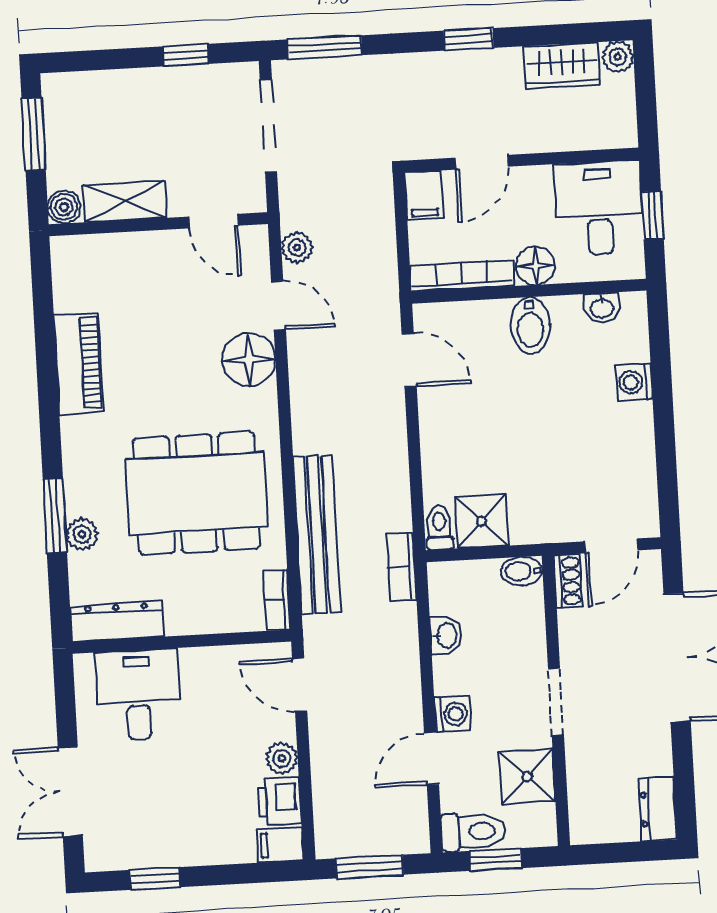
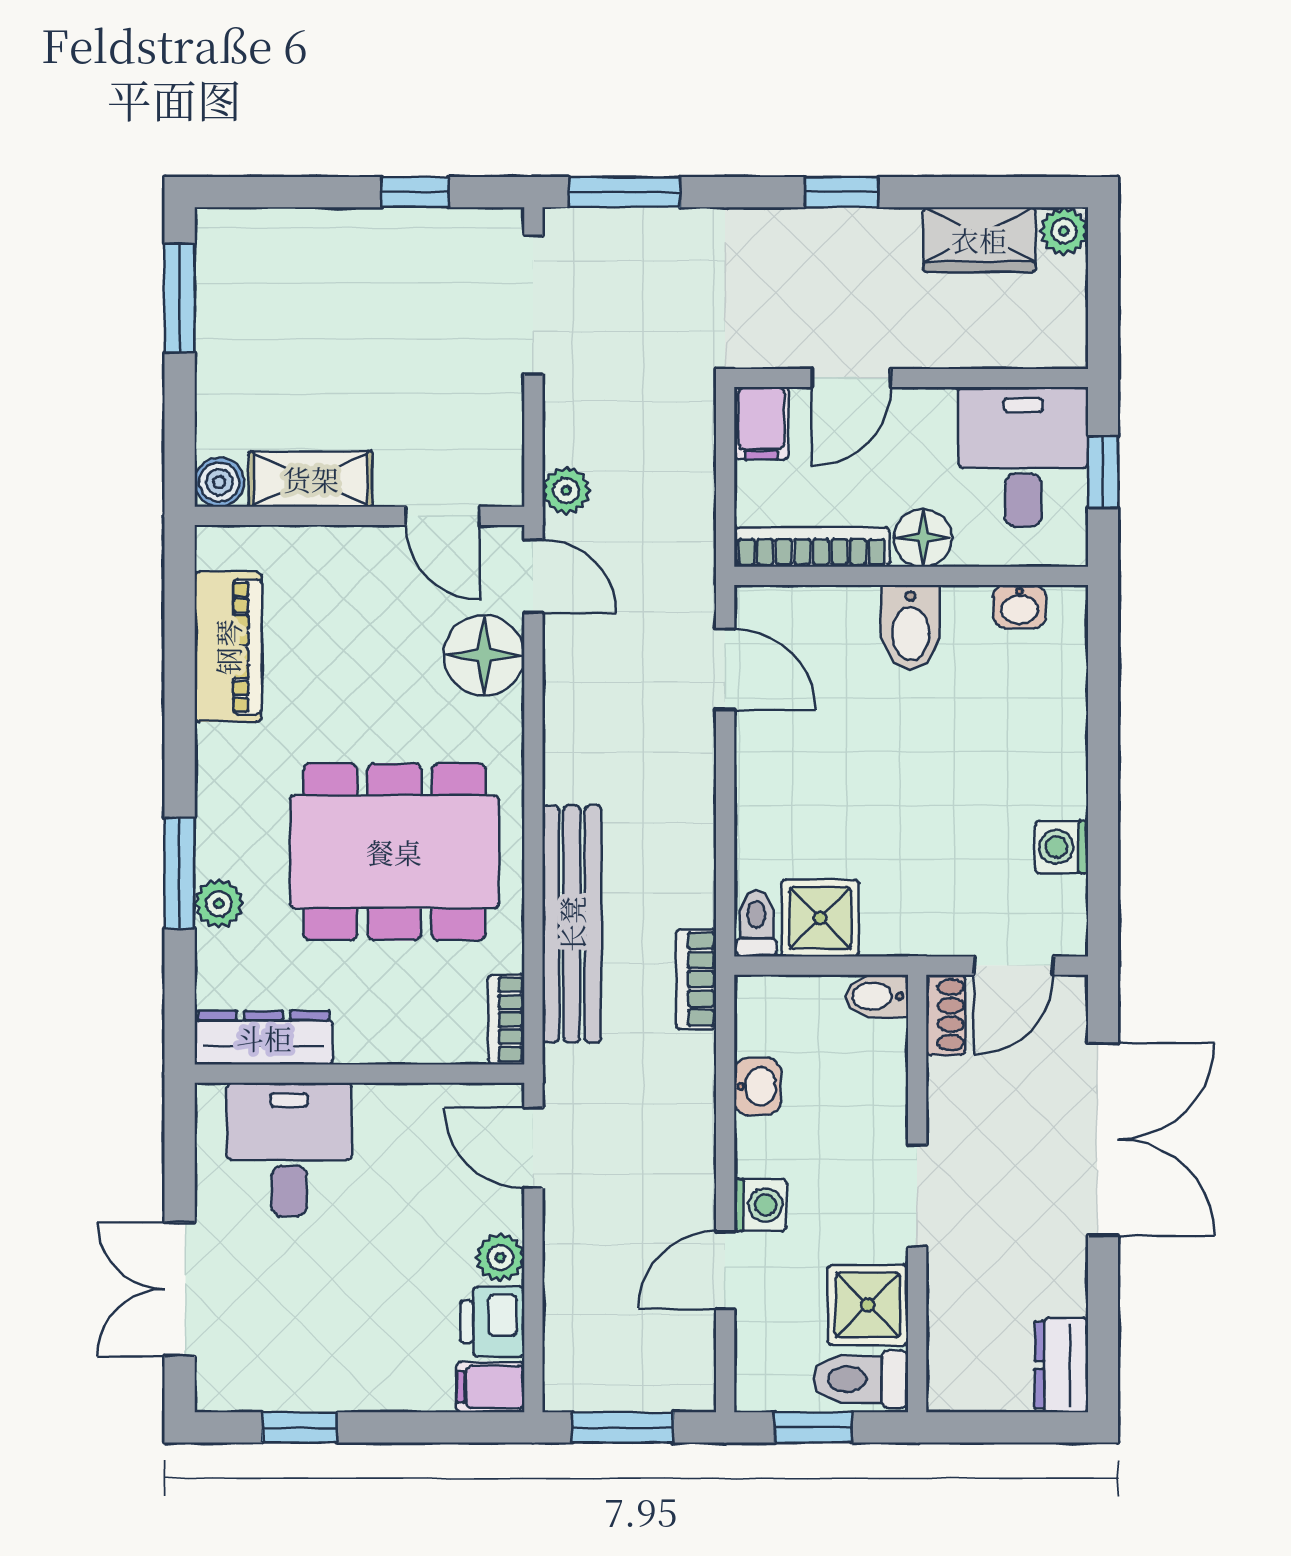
shelving: (124, 202) -> (311, 479), moved
boiler: (64, 207) -> (219, 482), moved
door: (213, 221) -> (443, 516), moved
wall: (158, 224) -> (359, 516), moved
washing machine: (634, 382) -> (1062, 847), moved
toilet: (473, 831) -> (860, 1379), moved, turned 180

